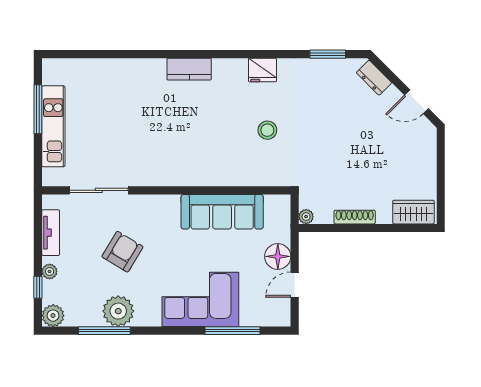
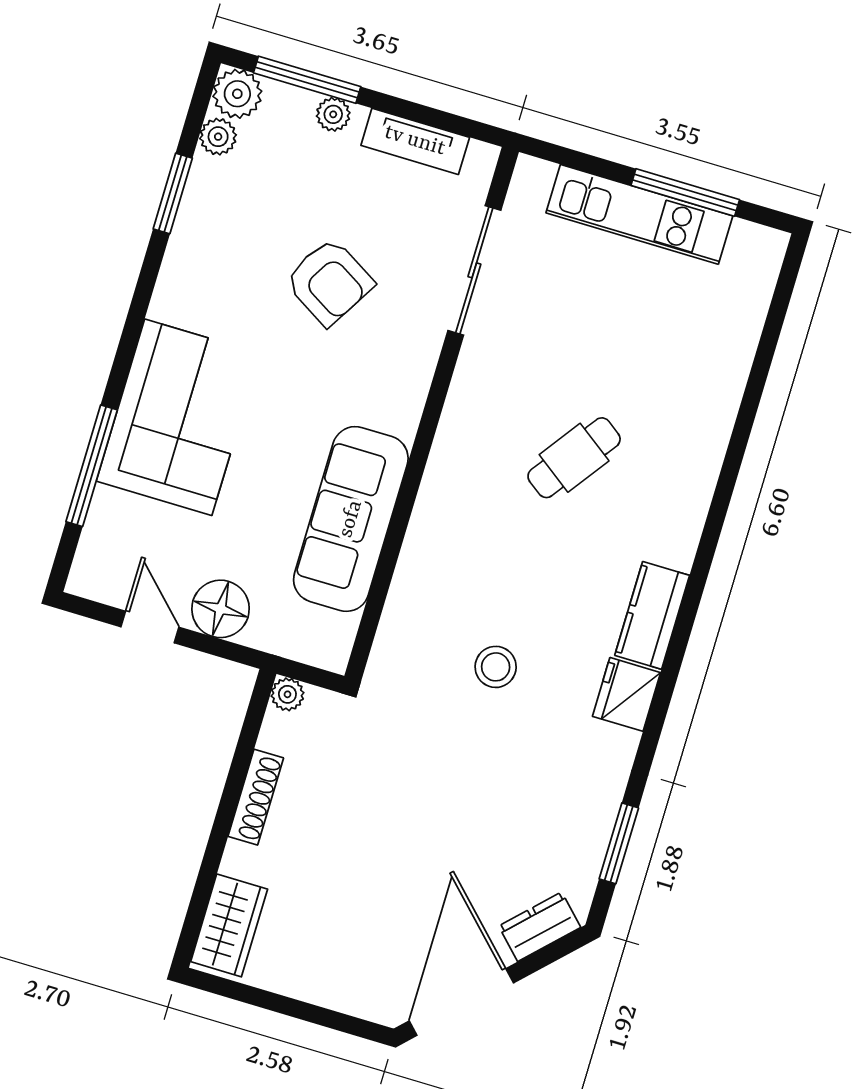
kitchen counter: (189, 69) -> (652, 615), moved
door: (417, 102) -> (461, 1002), width x1.87
cafe table: (167, 123) -> (574, 458), added
window: (38, 287) -> (307, 80), width x2.17
plant: (118, 311) -> (218, 137), moved, width x0.53, depth x0.53
window: (104, 331) -> (173, 194), width x0.69

